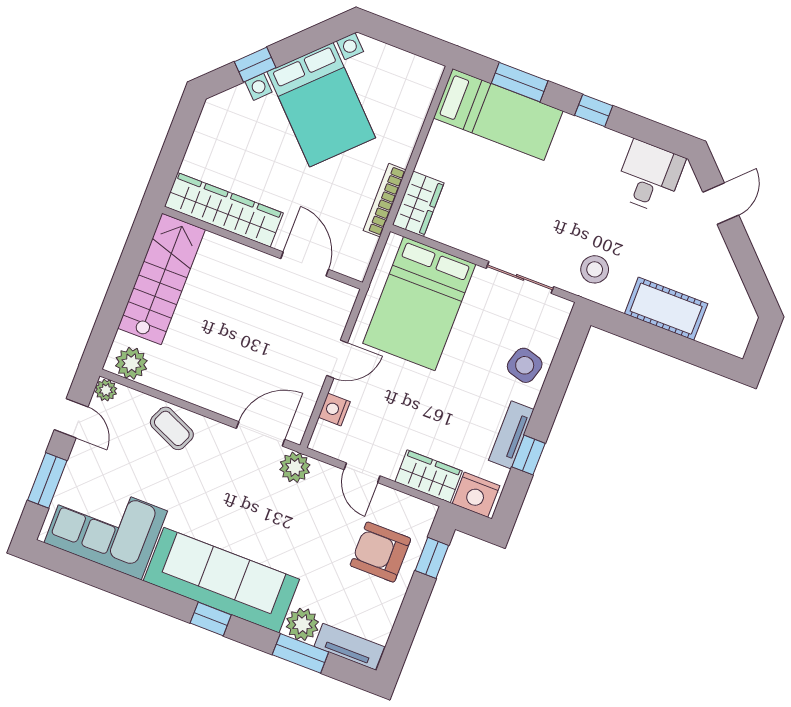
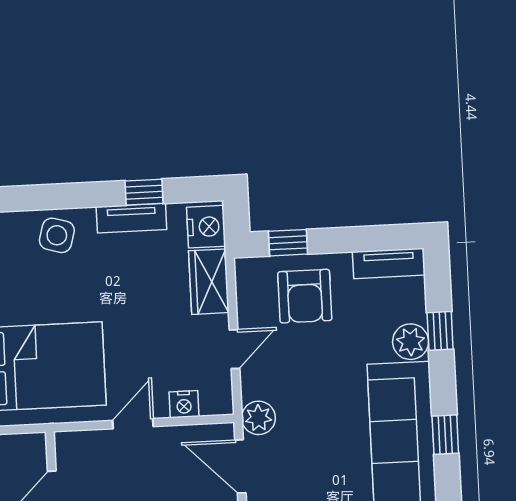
door: (337, 359) -> (133, 424), hinge flipped
tv unit: (349, 647) -> (389, 263), moved, turned -90
window: (300, 653) -> (440, 331), width x0.67

